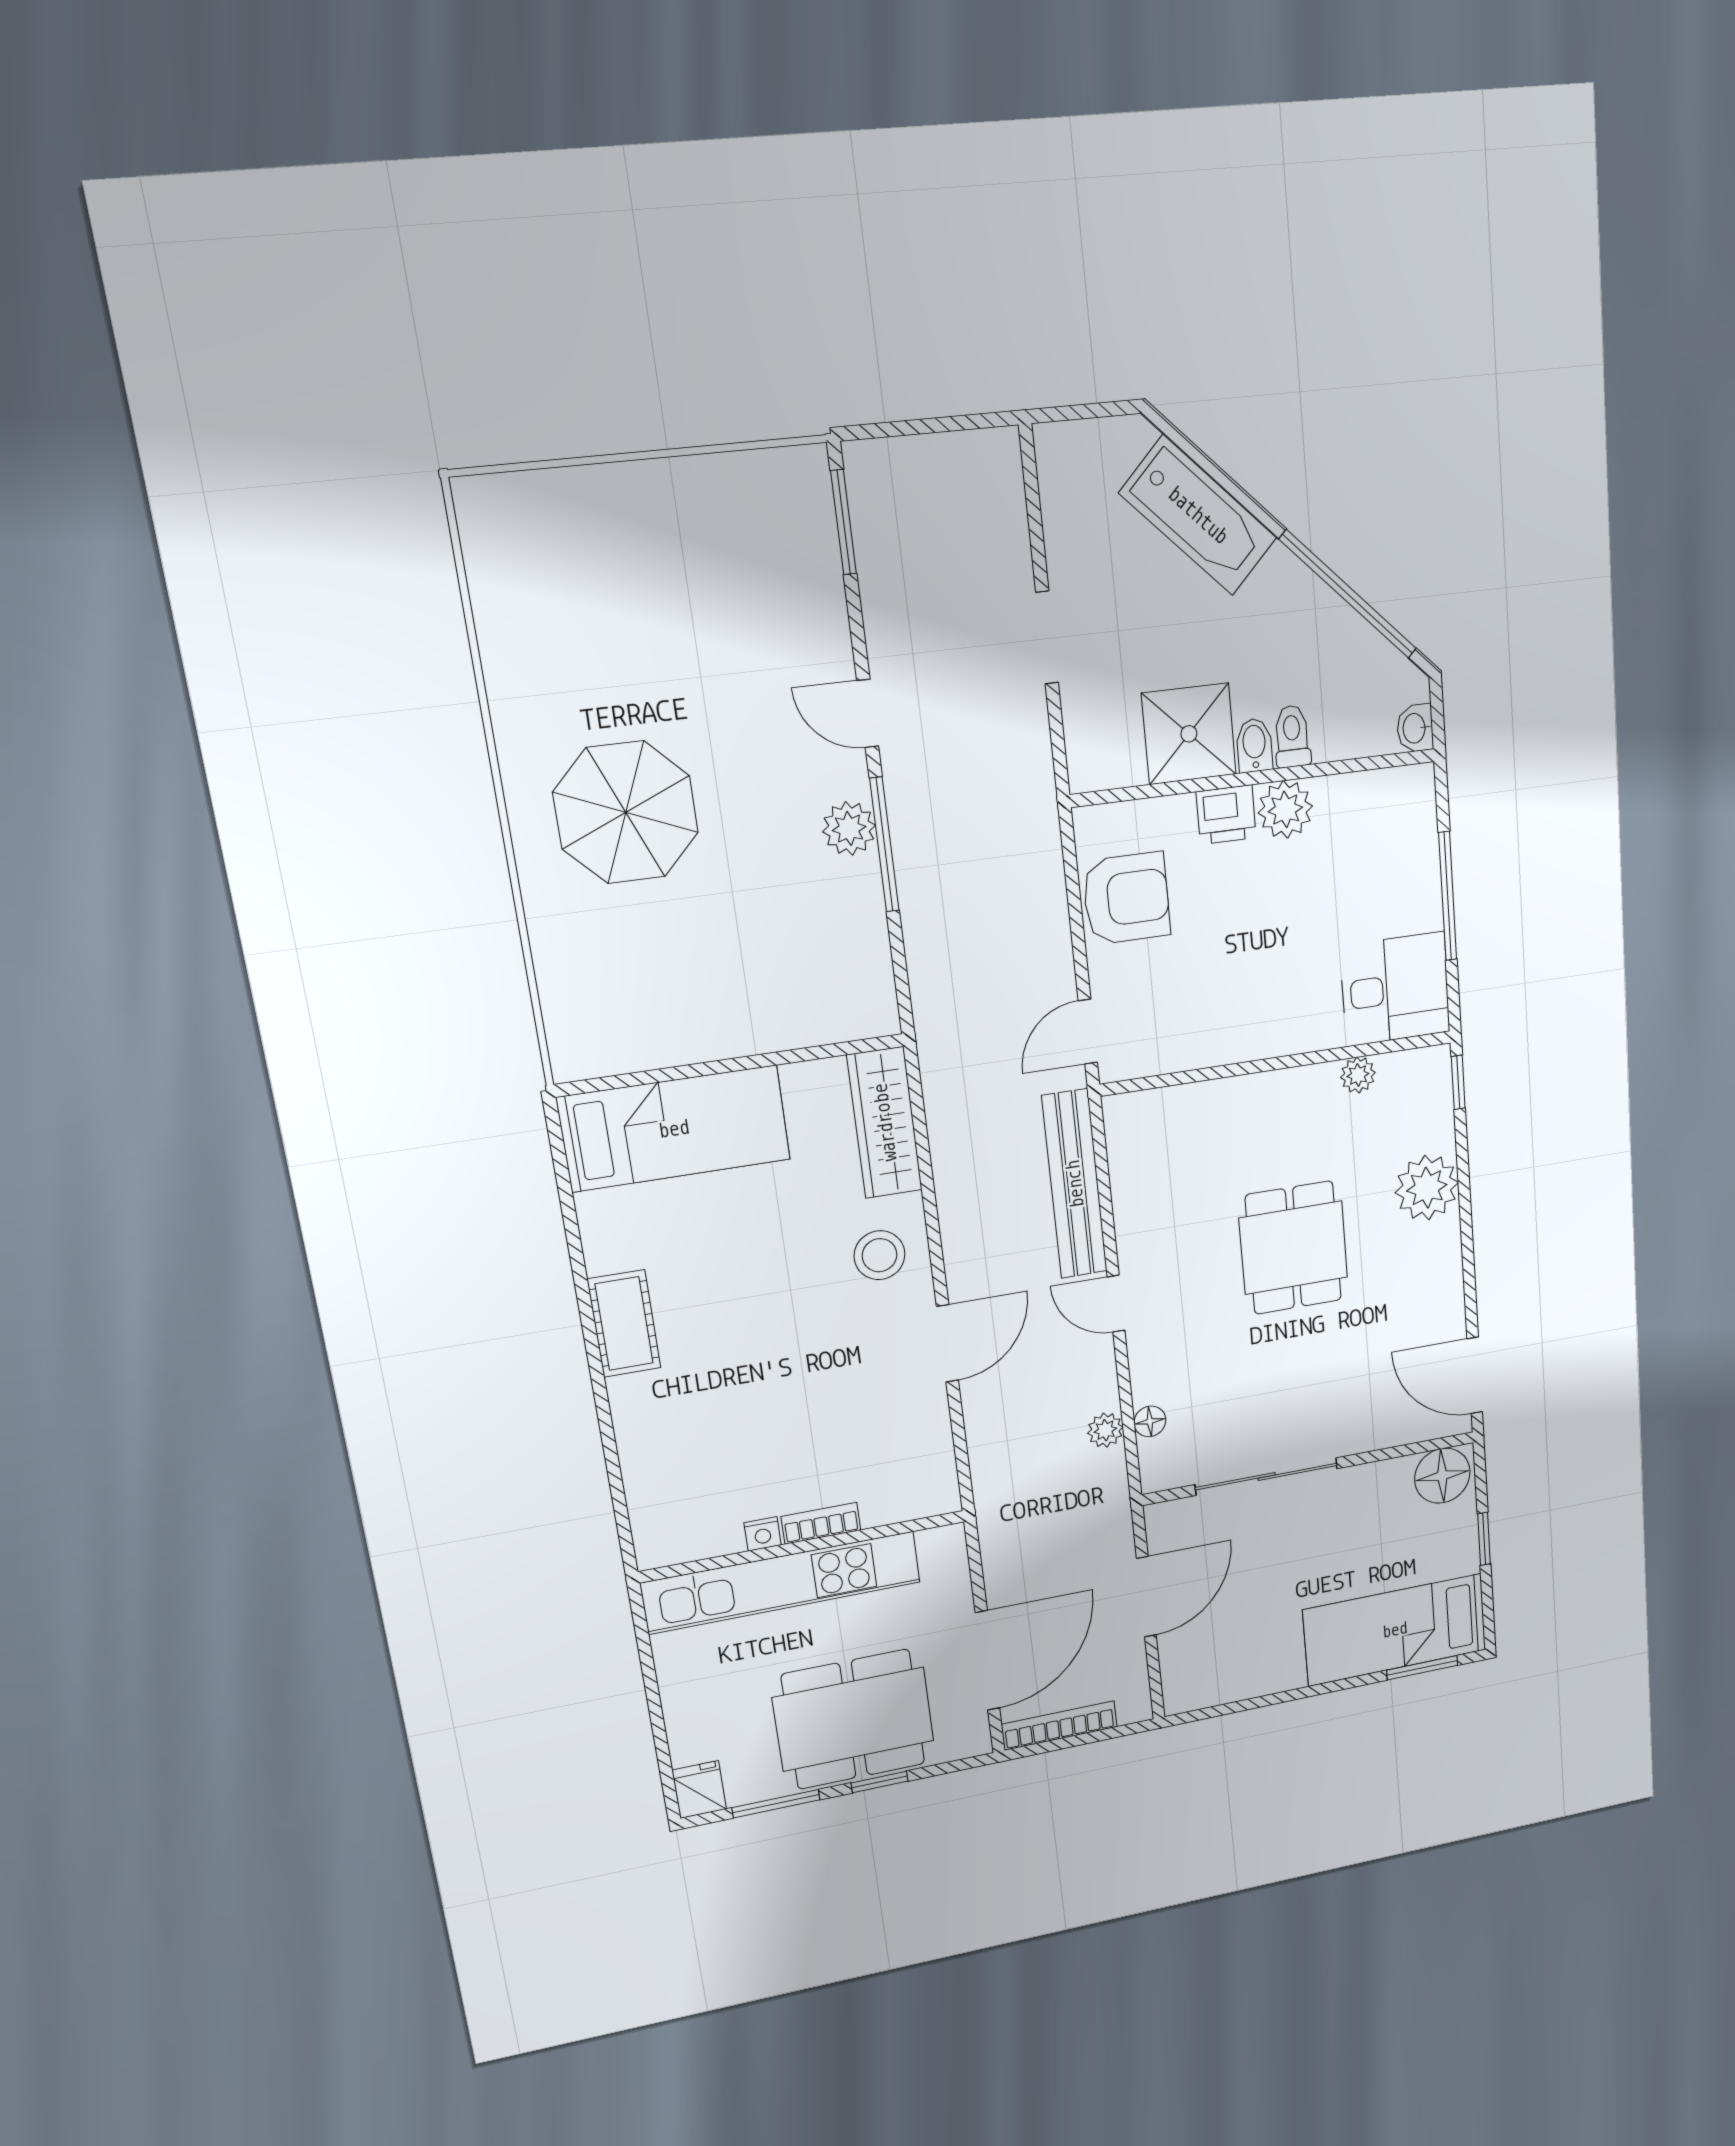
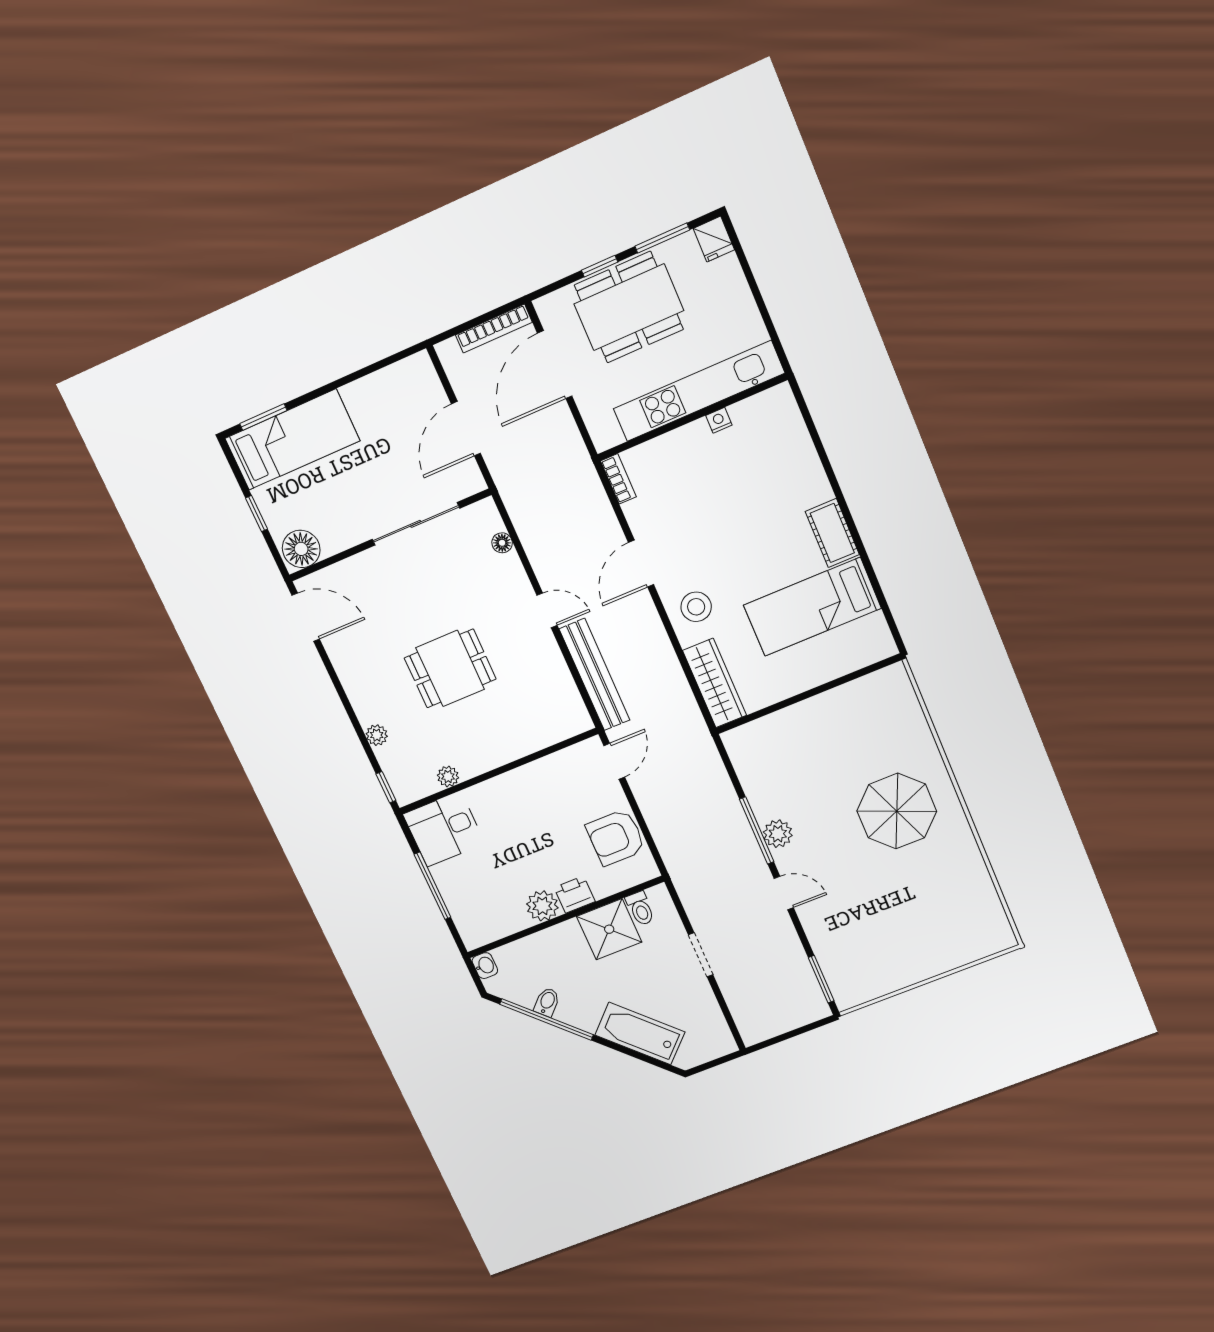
toilet: (1292, 736) -> (640, 909), moved
bidet: (1254, 745) -> (547, 1002), moved, turned -135
bed: (674, 1129) -> (812, 607), moved
plant: (1427, 1188) -> (377, 735), width x0.53, depth x0.53
dining table: (1293, 1248) -> (450, 669), turned 90
plant: (1105, 1430) -> (528, 531), removed
bookcase: (821, 1523) -> (618, 479), moved, turned -90

